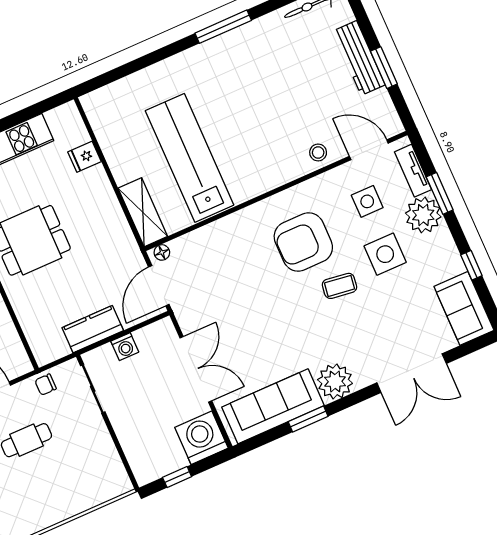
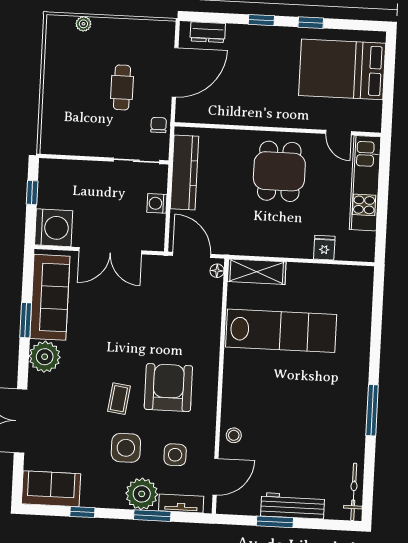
kitchen counter: (93, 329) -> (184, 173), width x1.50

